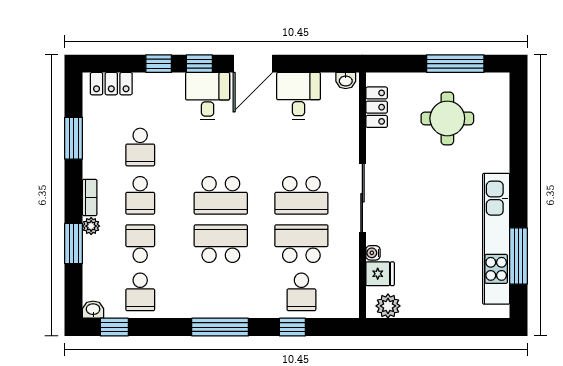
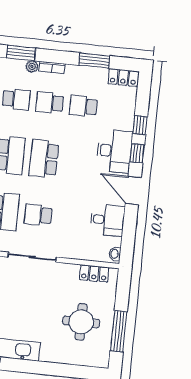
locker: (111, 84) -> (123, 78), moved, turned -90
desk: (208, 96) -> (114, 151), width x1.37
school desk: (301, 195) -> (38, 215), width x0.54

